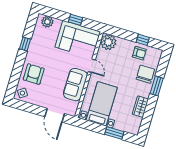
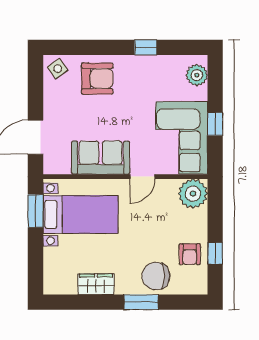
chair: (145, 74) -> (156, 276), turned 180
window: (114, 133) -> (35, 211), moved

